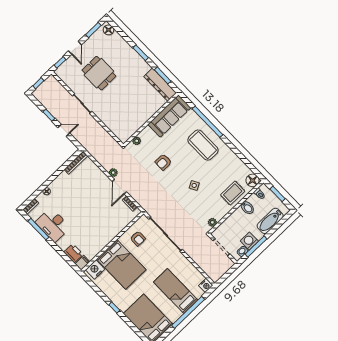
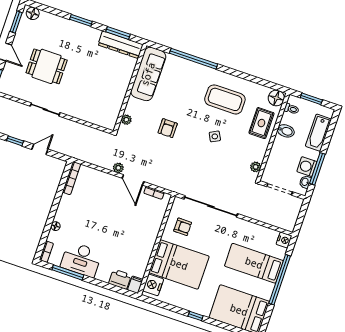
coffee table: (203, 145) -> (225, 99), moved

